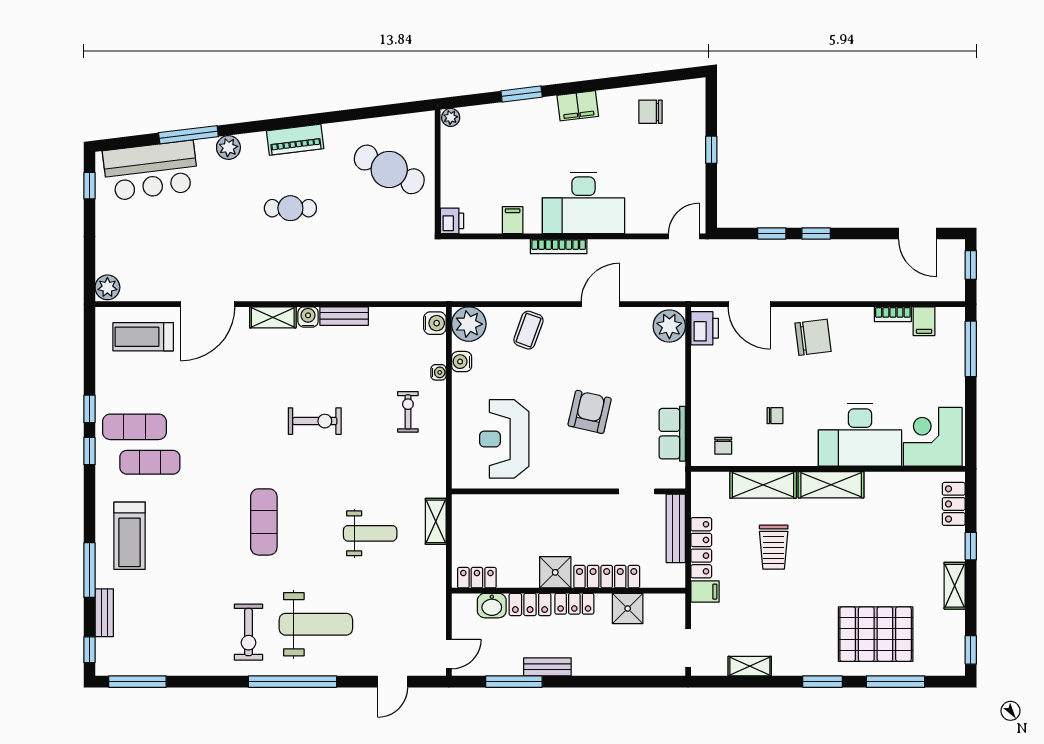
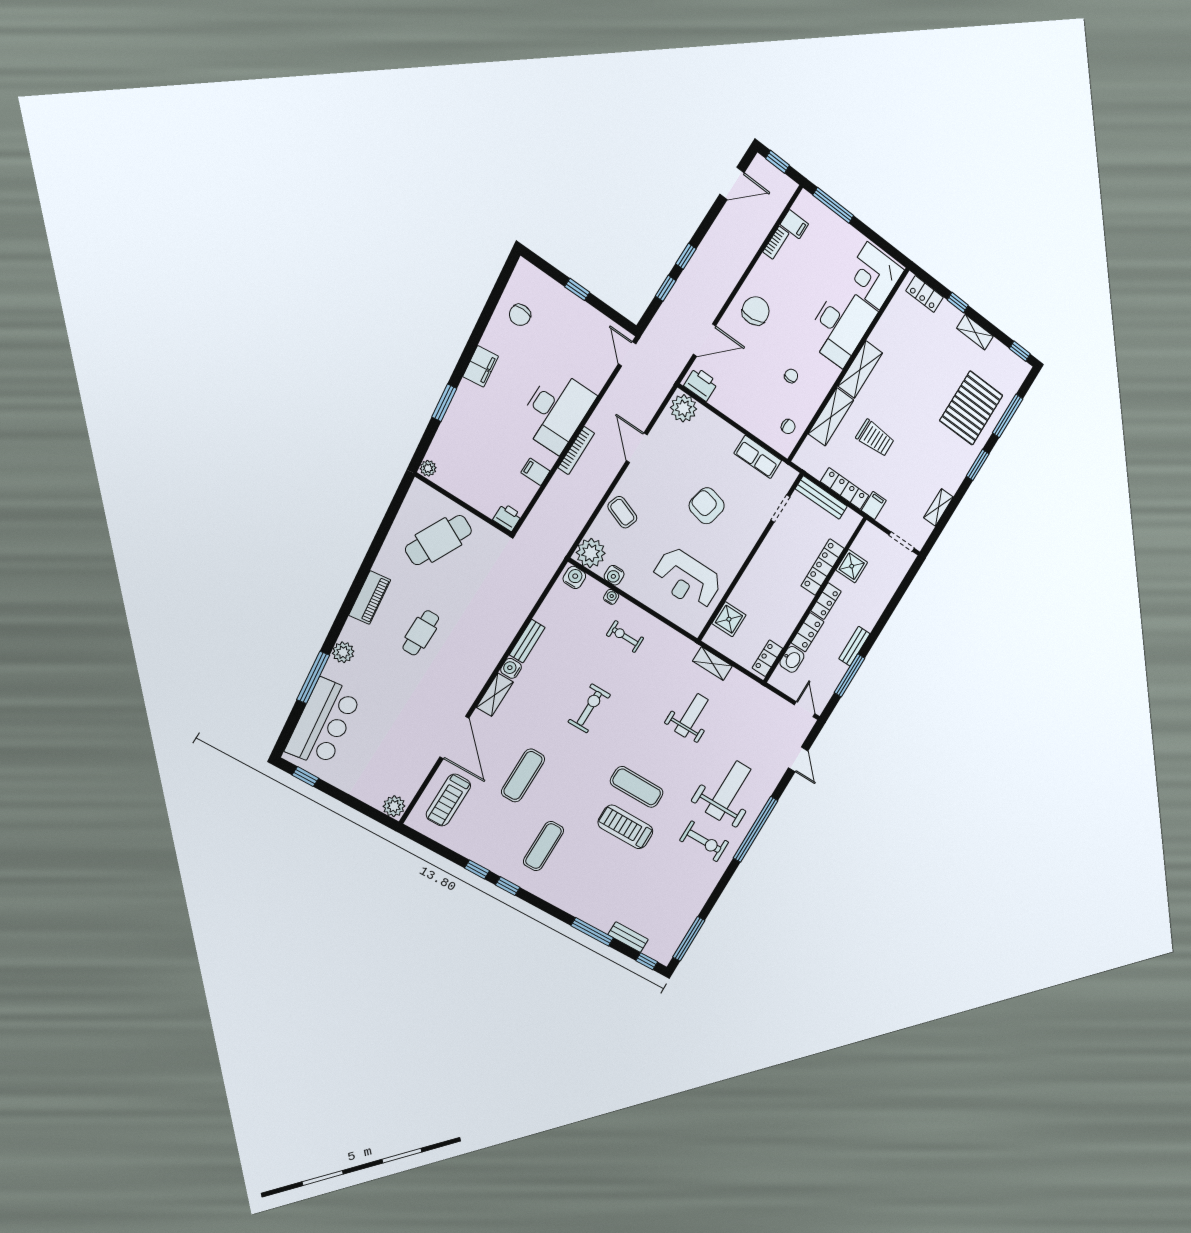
exercise mat: (134, 427) -> (523, 775), moved
treadmill: (130, 536) -> (625, 827), moved, turned 180
shower: (555, 572) -> (729, 619), moved

